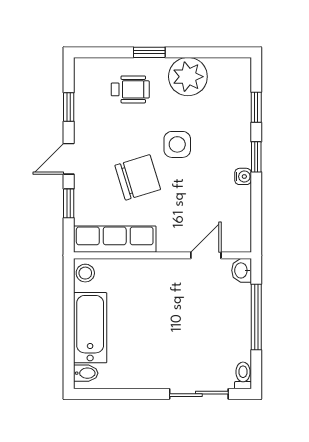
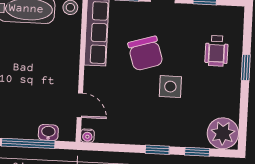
plant: (188, 77) -> (223, 133), moved
water cooler: (243, 176) -> (87, 136), moved
washbasin: (242, 270) -> (48, 133), moved

